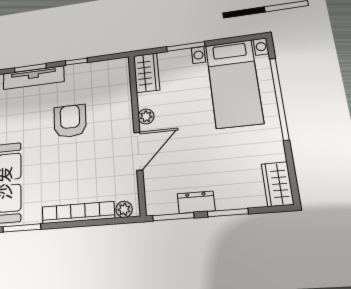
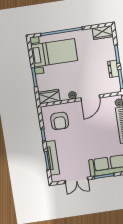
armchair: (70, 121) -> (60, 121), moved, turned -90
door: (138, 151) -> (90, 98), swing flipped

